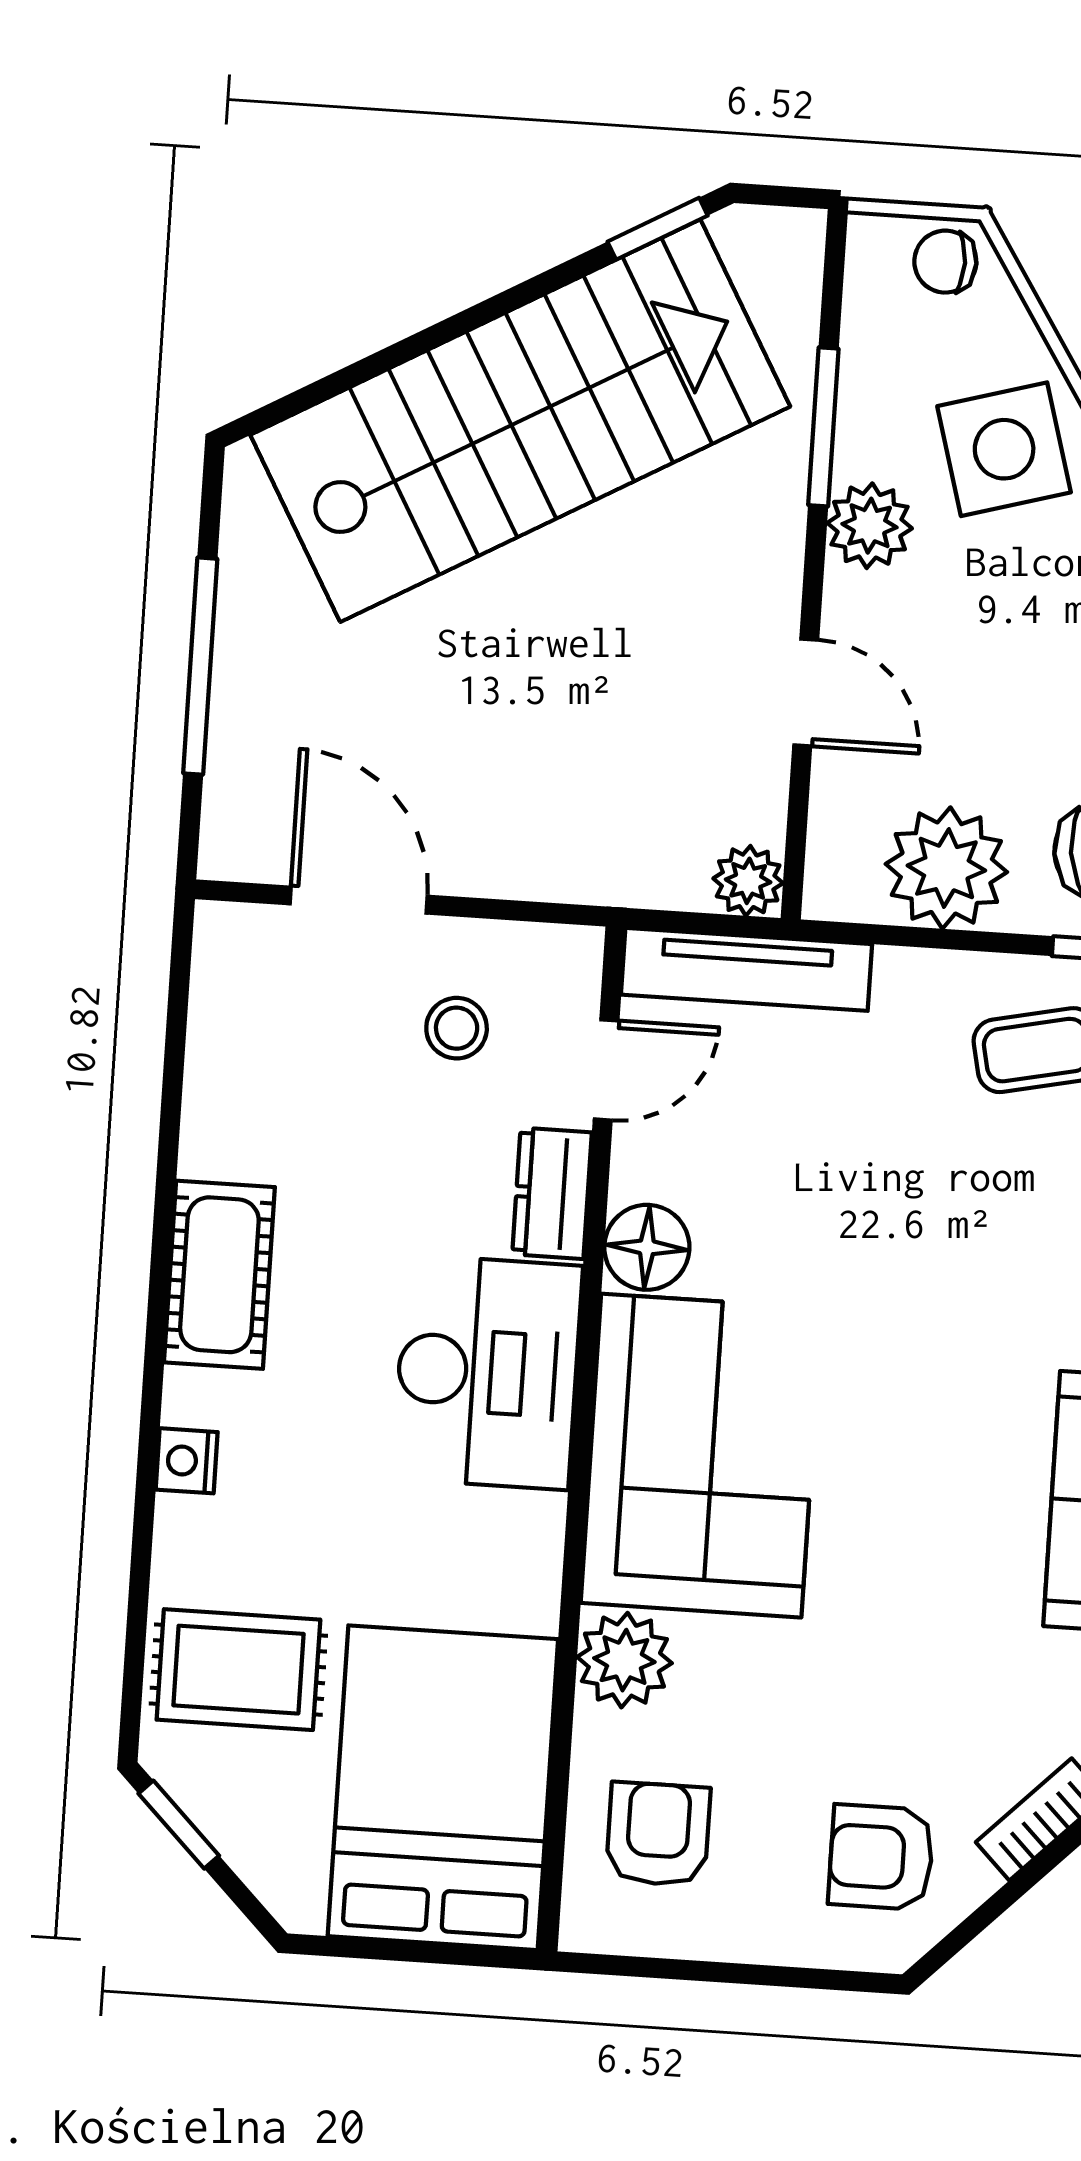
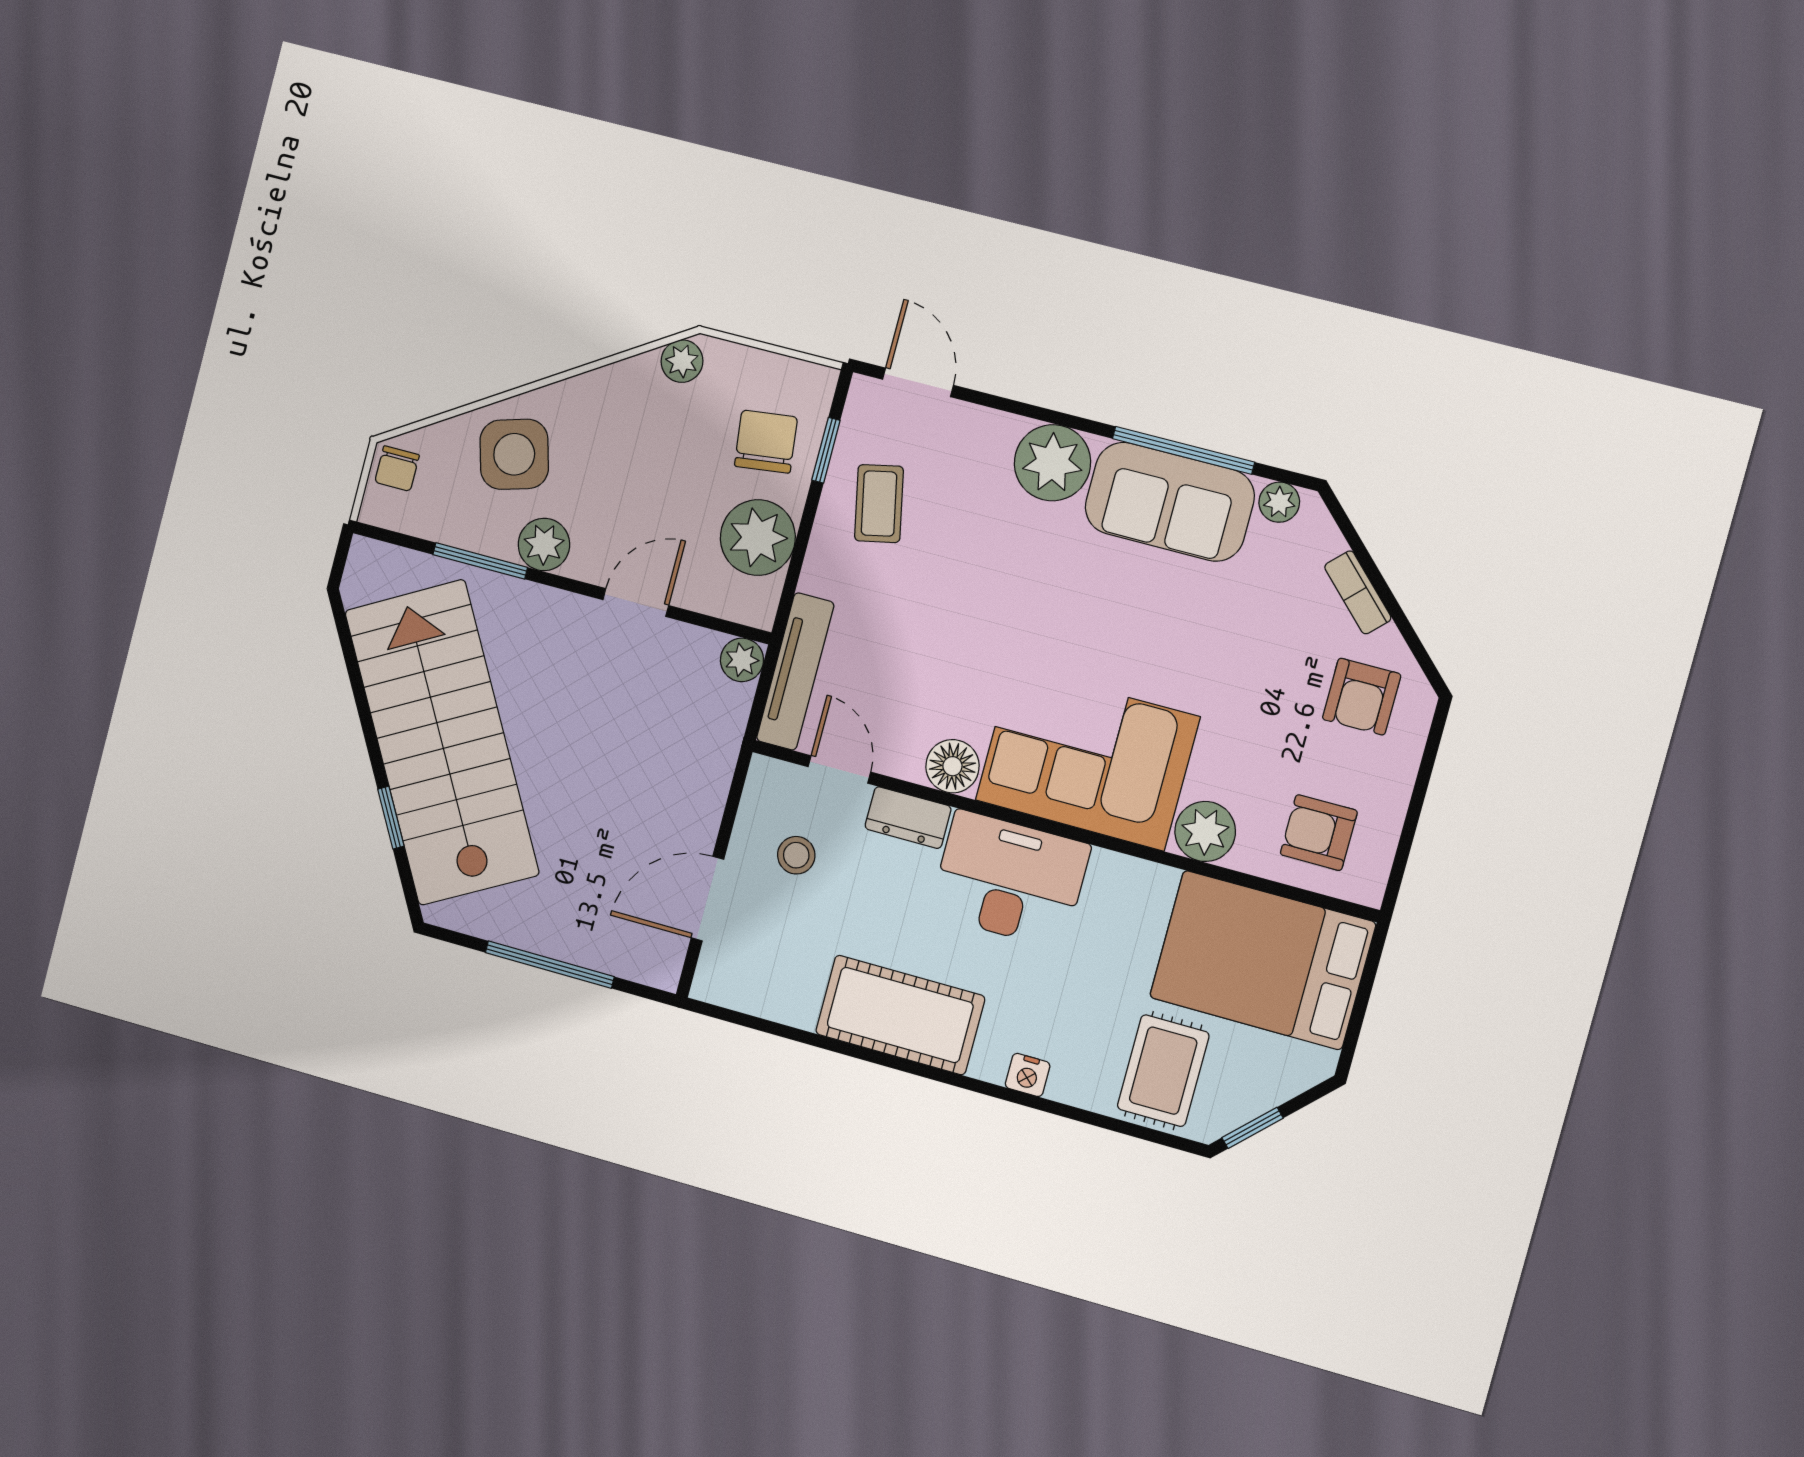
window: (658, 229) -> (391, 818), moved
cot: (219, 1275) -> (900, 1015), width x1.37, depth x1.34

